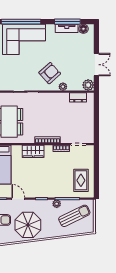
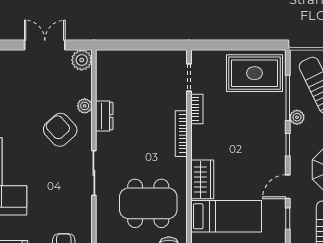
dresser: (78, 97) -> (104, 116), moved
wardrobe: (33, 151) -> (202, 179), moved
rug: (81, 180) -> (254, 73), width x1.36, depth x1.43

